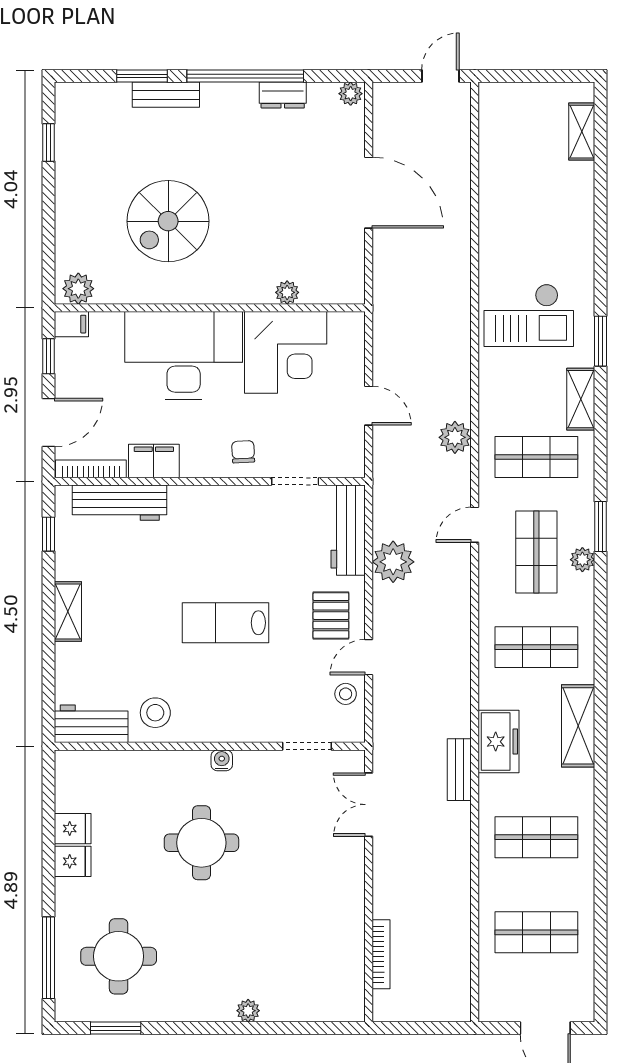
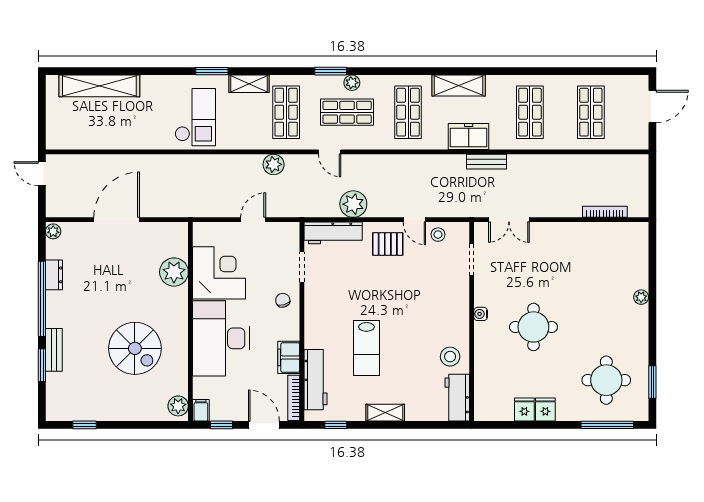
shelving: (582, 132) -> (99, 86), width x2.20, depth x1.33
plant: (287, 292) -> (174, 272), width x1.88, depth x1.88
chair: (243, 452) -> (283, 300), turned 76
lab bench: (226, 623) -> (366, 348), moved

